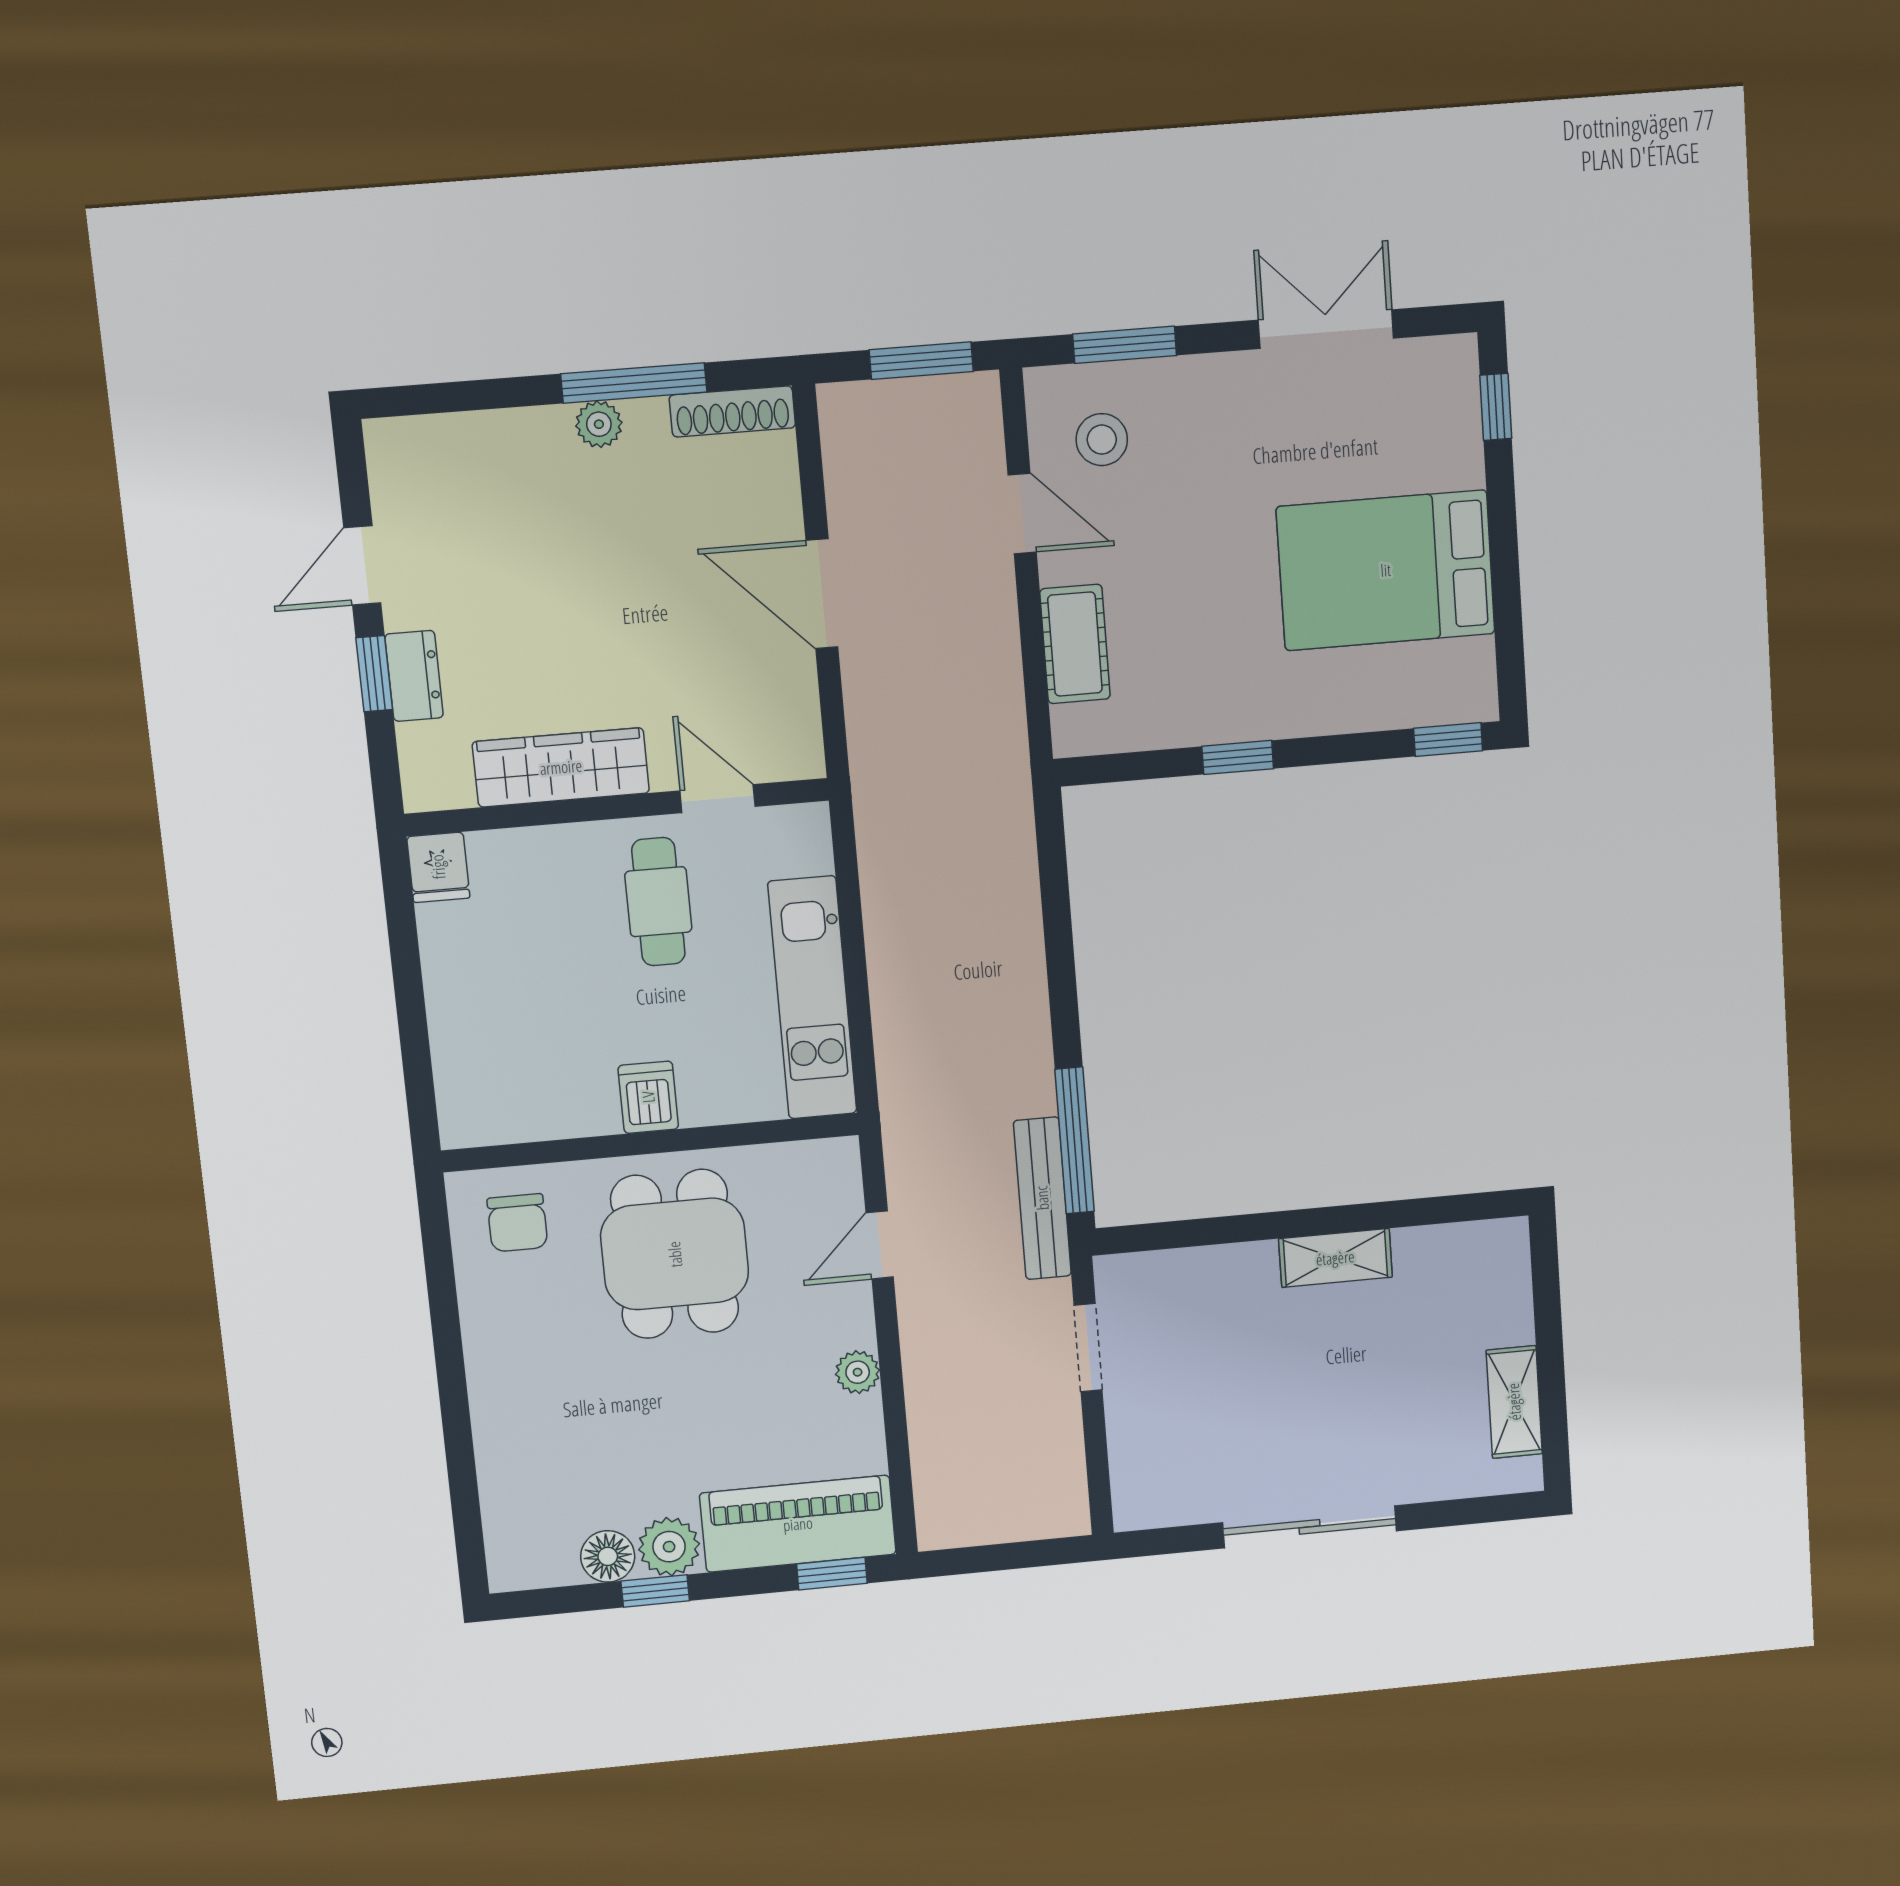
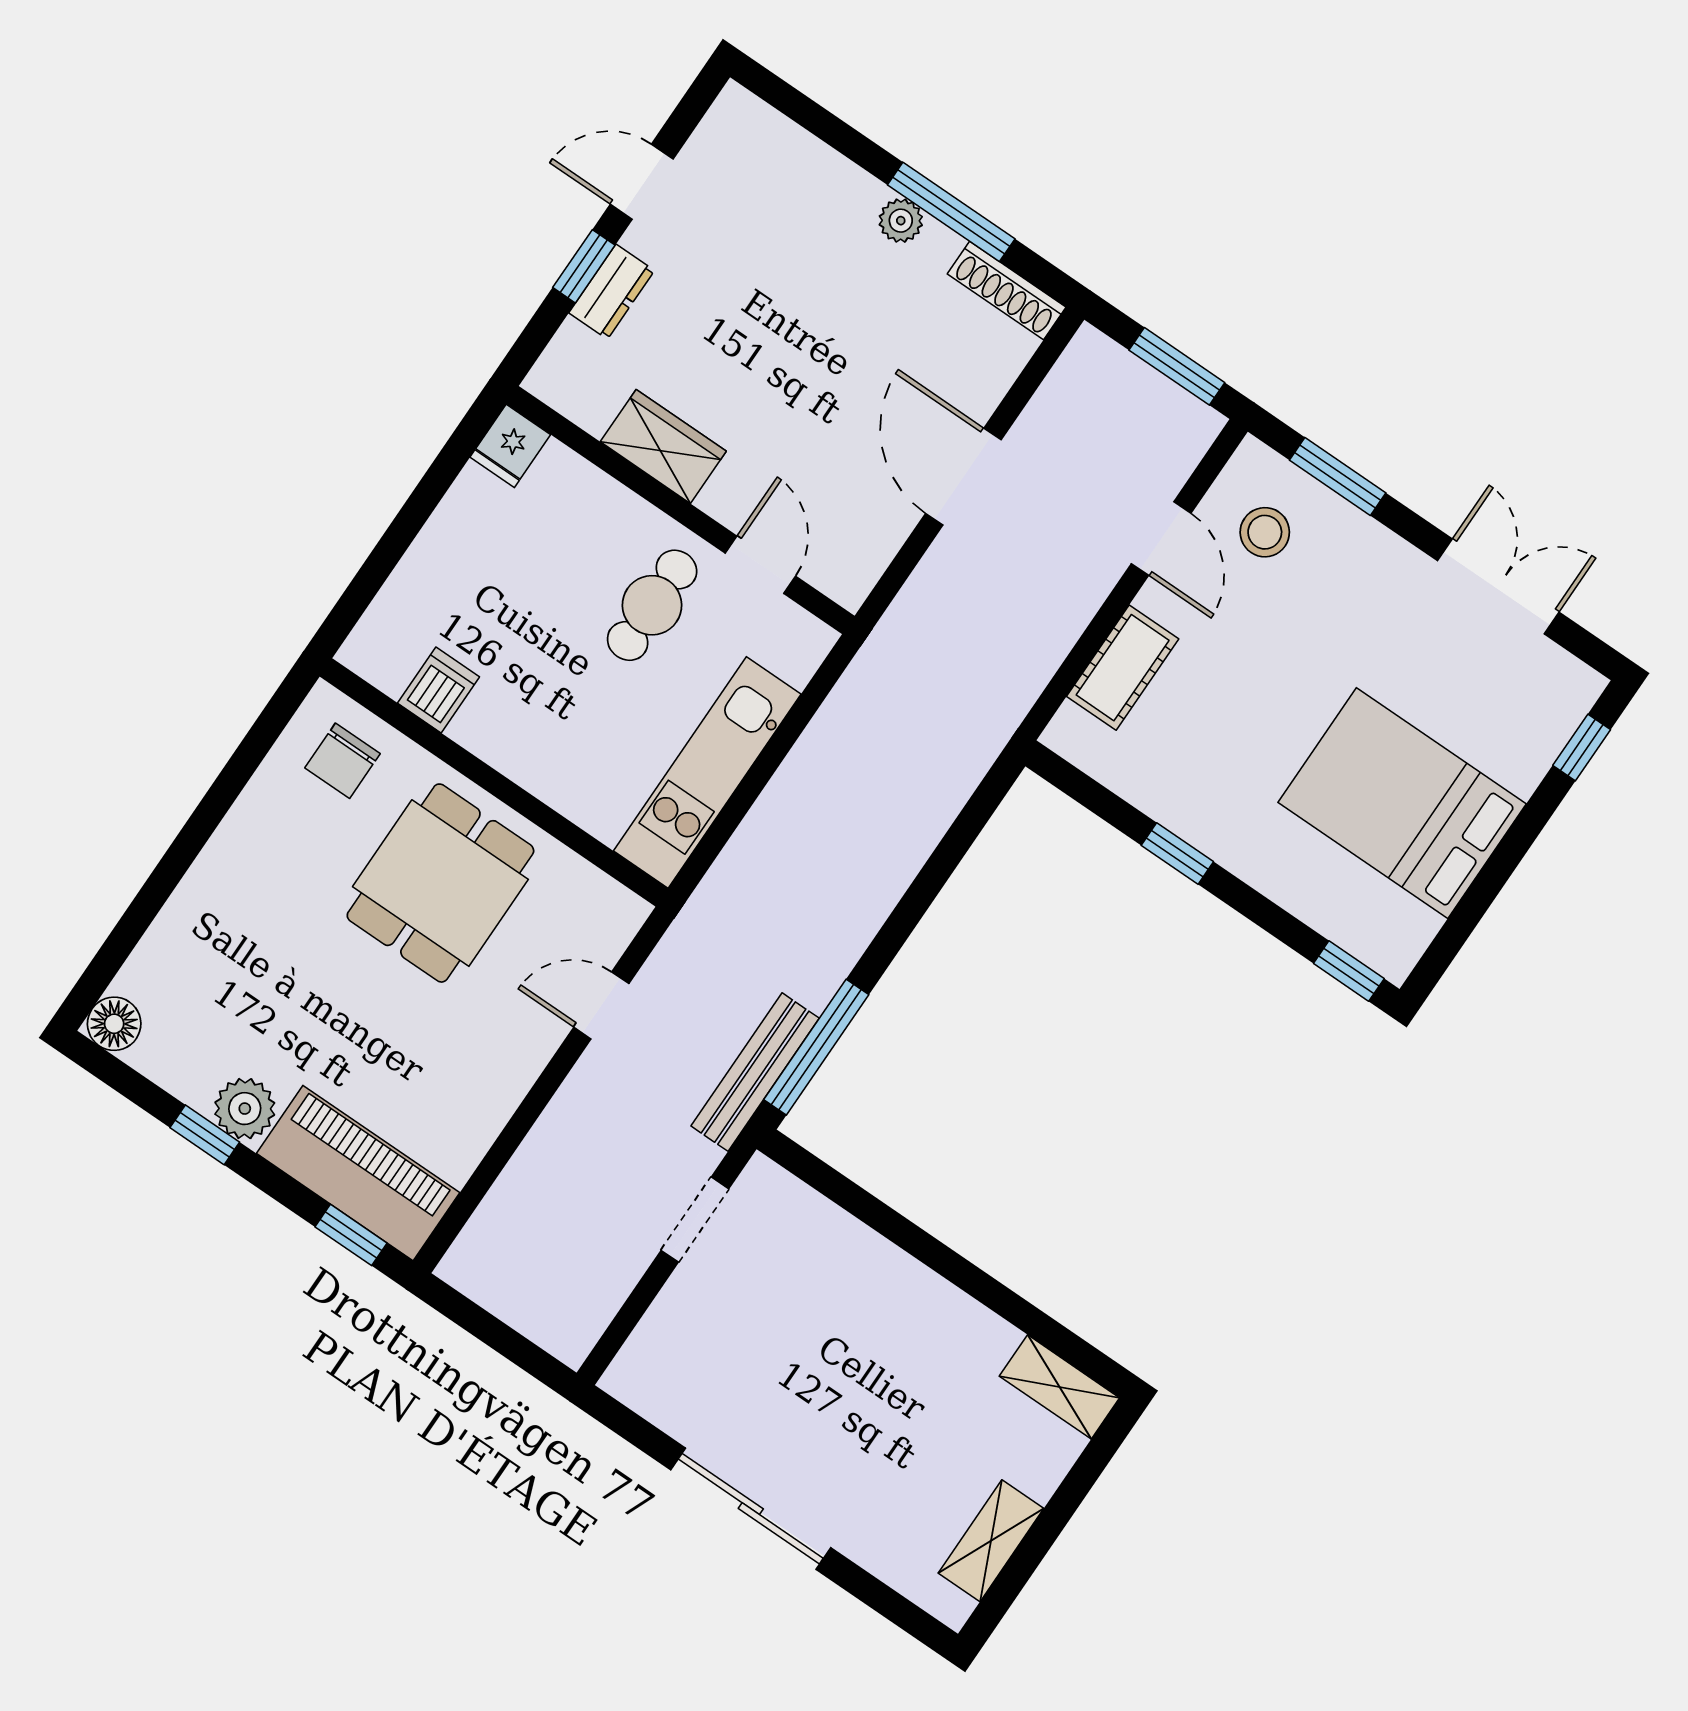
wardrobe: (561, 767) -> (663, 446), width x0.67
dishwasher: (648, 1097) -> (439, 690), moved
shelving: (1335, 1258) -> (1059, 1387), moved
plant: (858, 1372) -> (503, 1091), removed
floor lamp: (608, 1556) -> (114, 1024), moved

